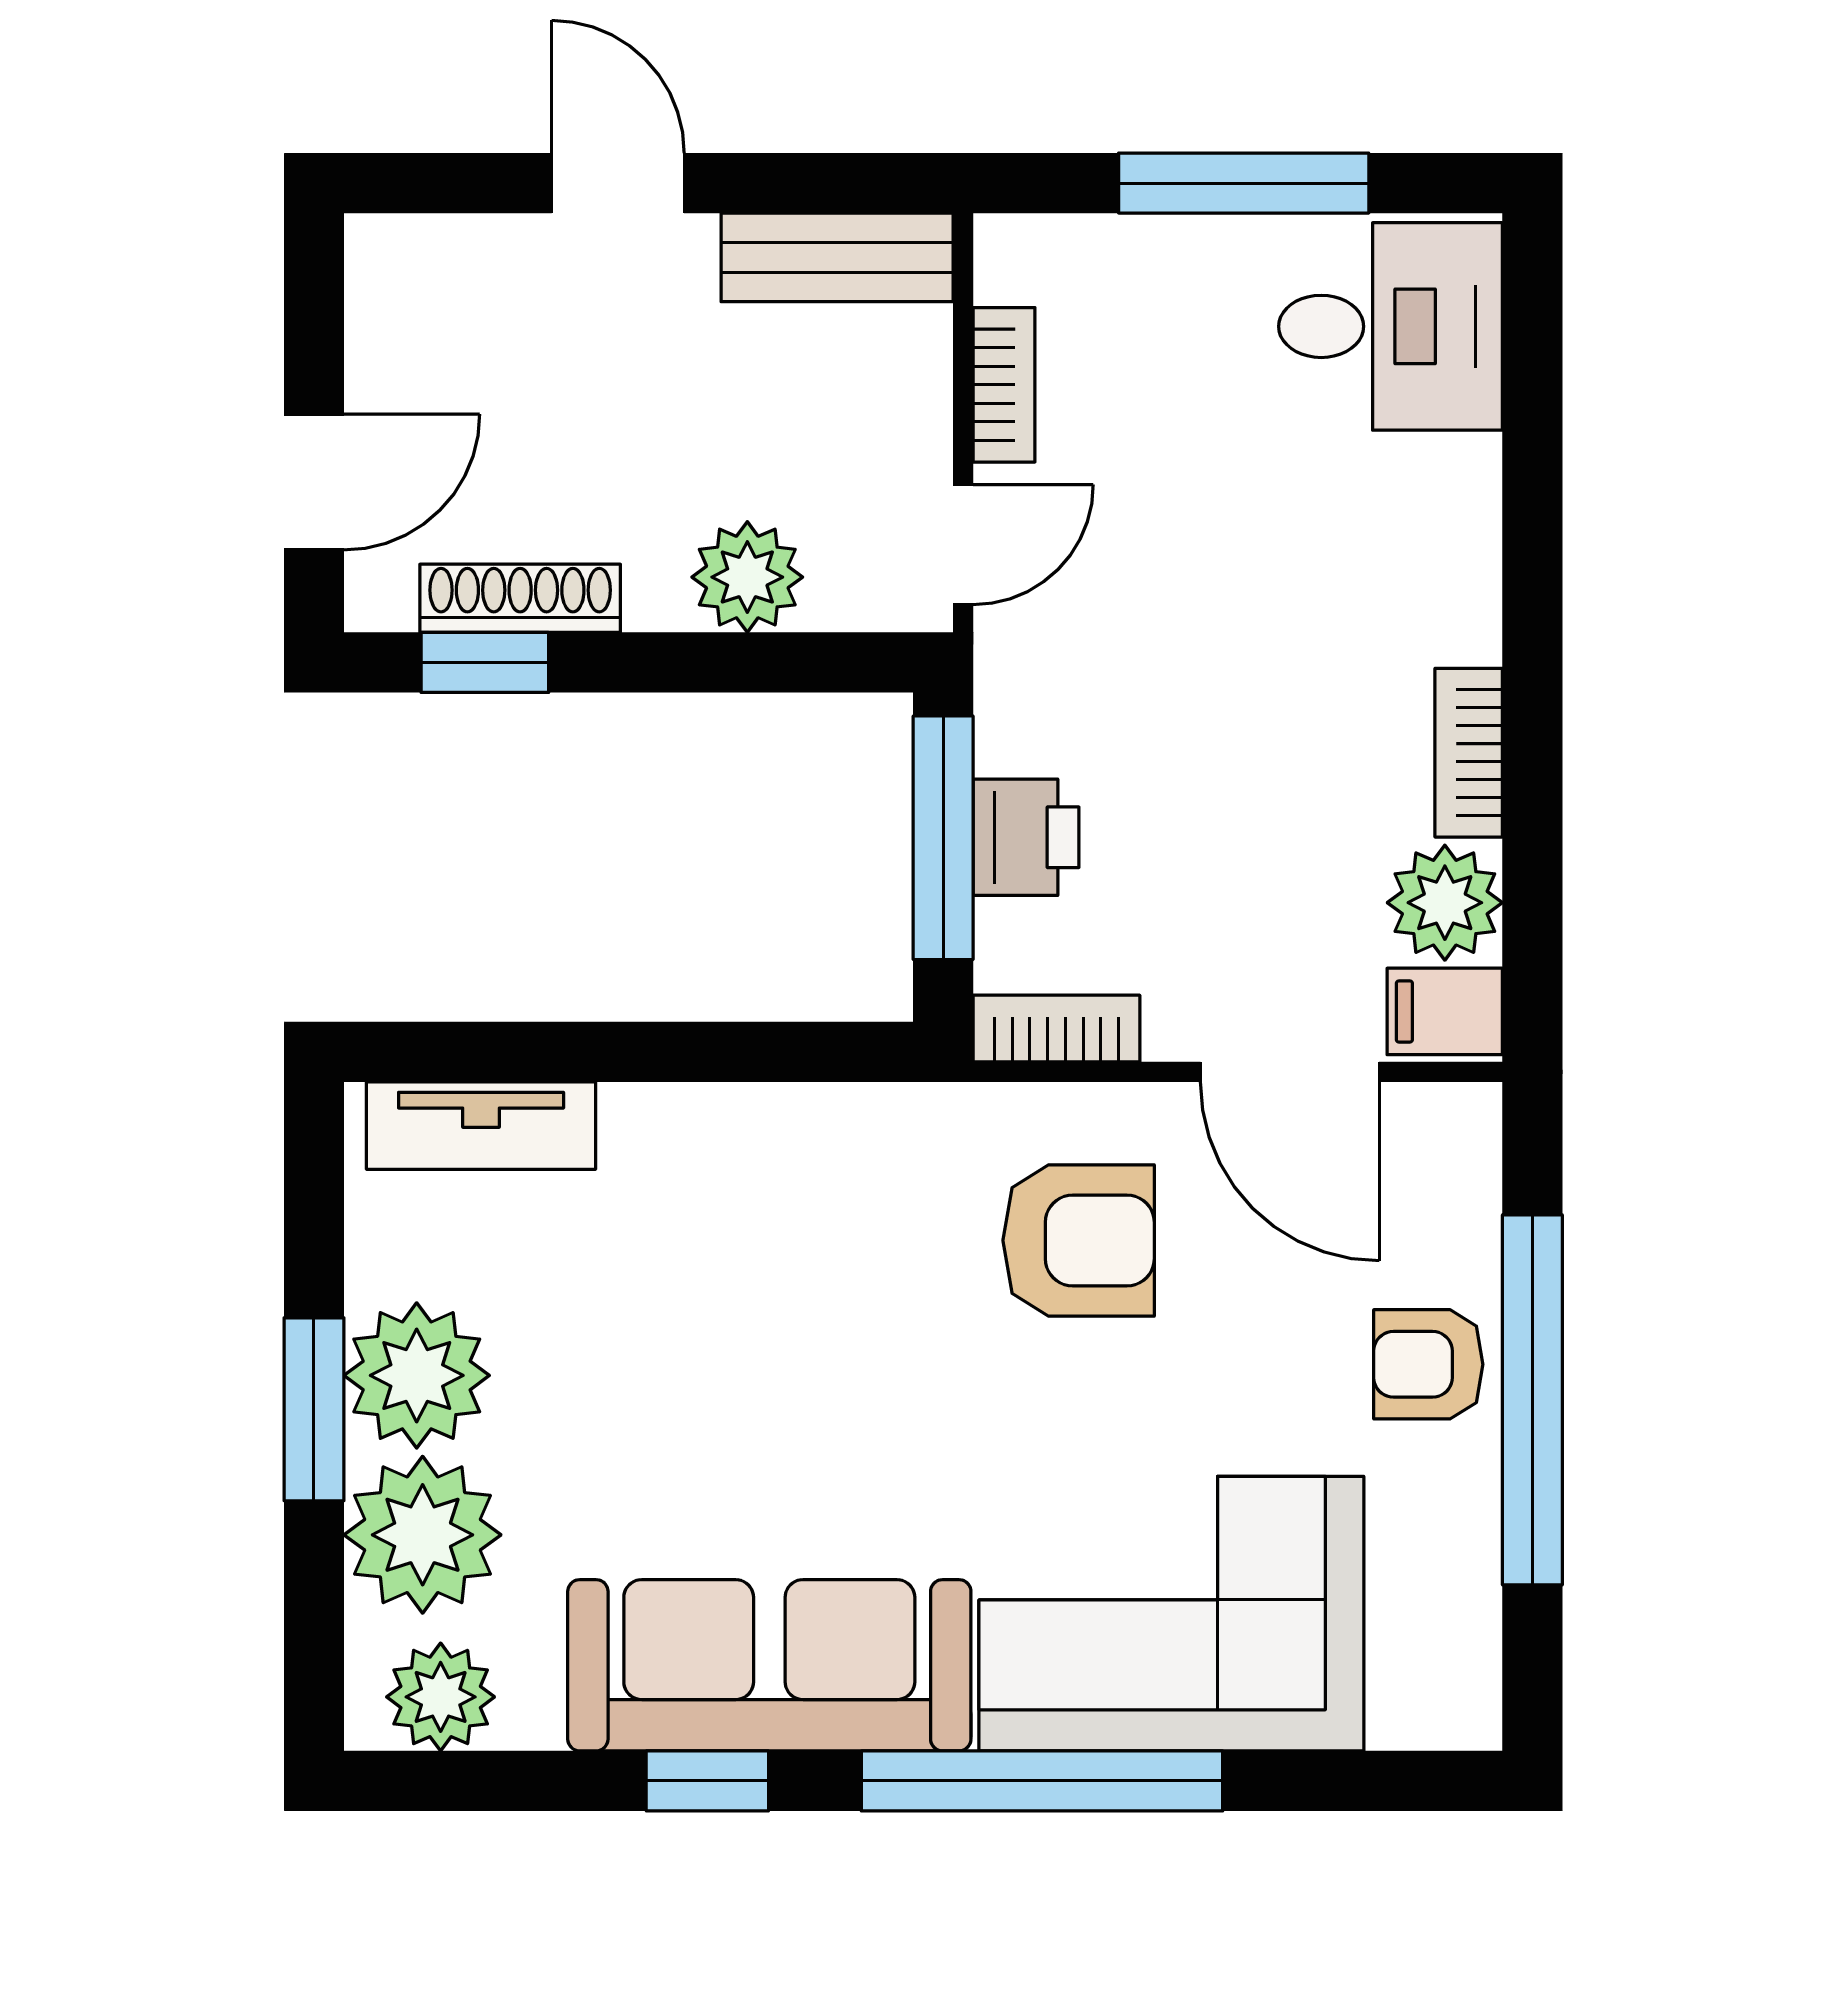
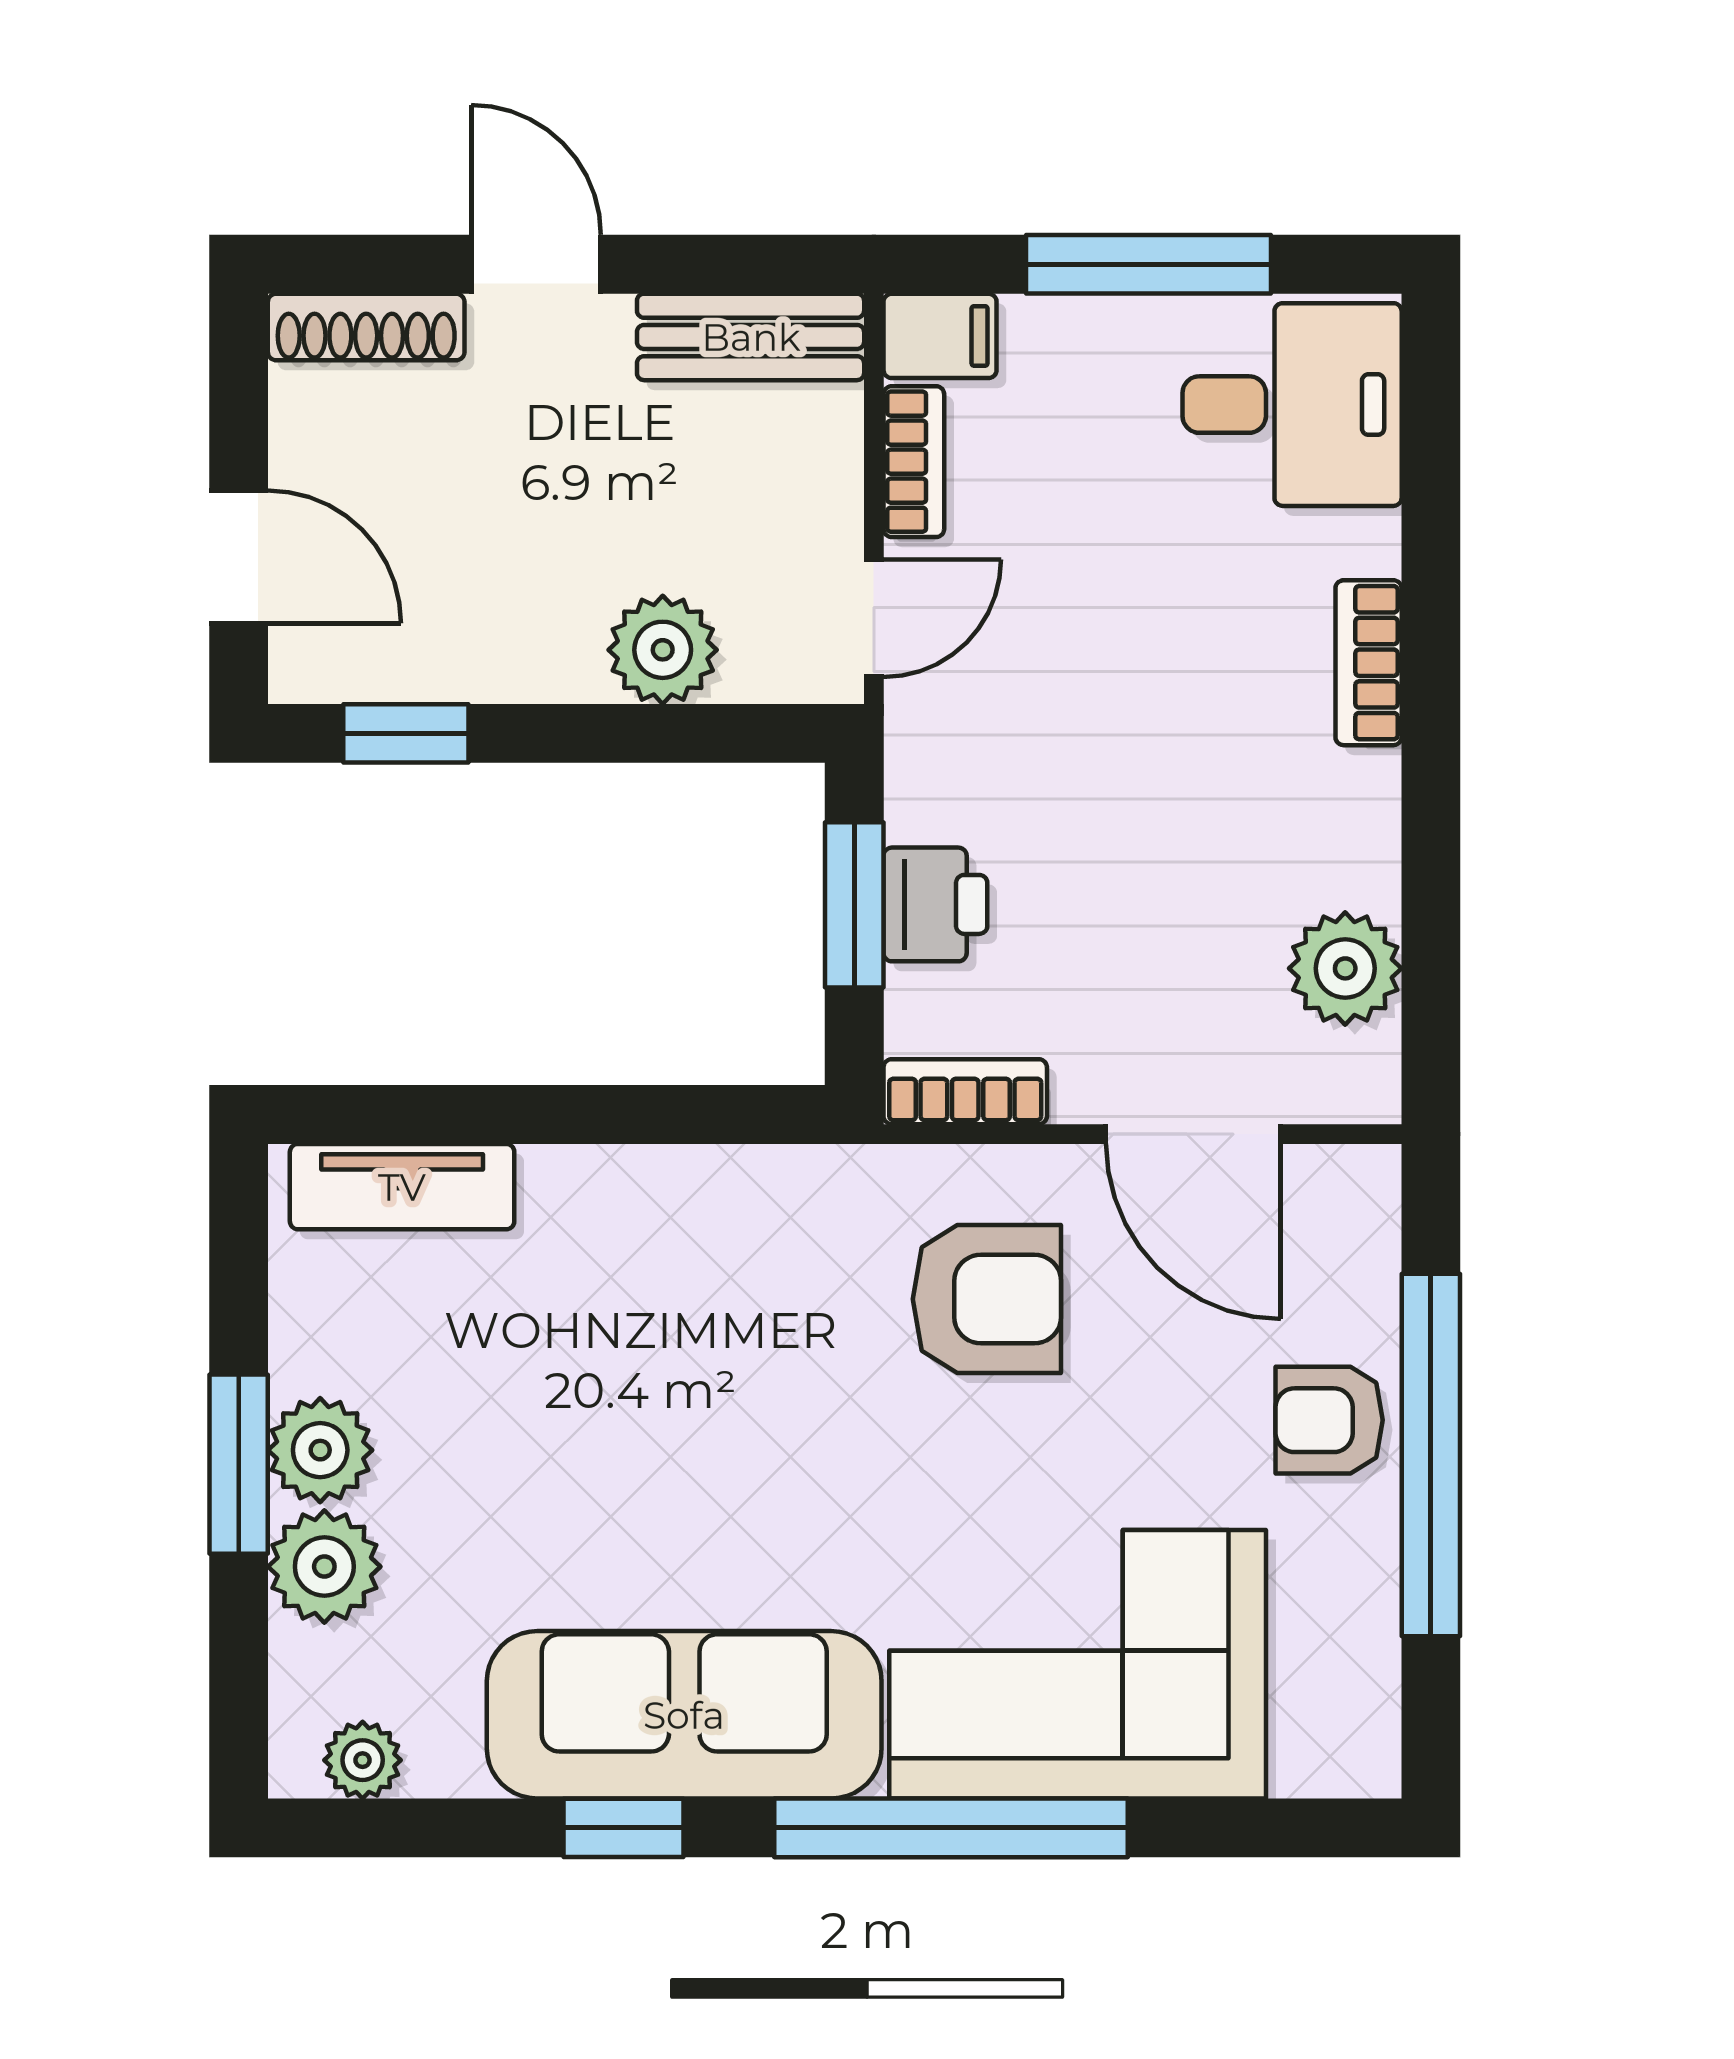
door: (314, 482) -> (239, 557), hinge flipped
shoe rack: (520, 598) -> (366, 327), moved, turned 180
bookcase: (1469, 753) -> (1369, 663), moved
window: (943, 838) -> (854, 905), width x0.69
filing cabinet: (1445, 1011) -> (940, 336), moved, turned 180
plant: (417, 1375) -> (320, 1450), width x0.73, depth x0.73
plant: (423, 1535) -> (324, 1567), width x0.73, depth x0.73
plant: (441, 1697) -> (363, 1760), width x0.73, depth x0.73

